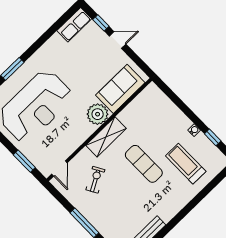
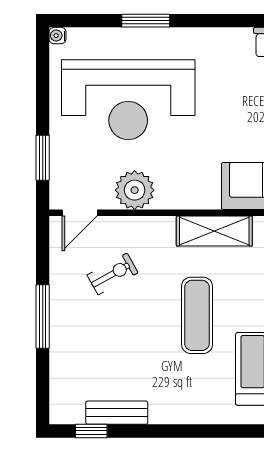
plant: (98, 114) -> (135, 190), moved
shelving: (106, 137) -> (214, 231), moved

